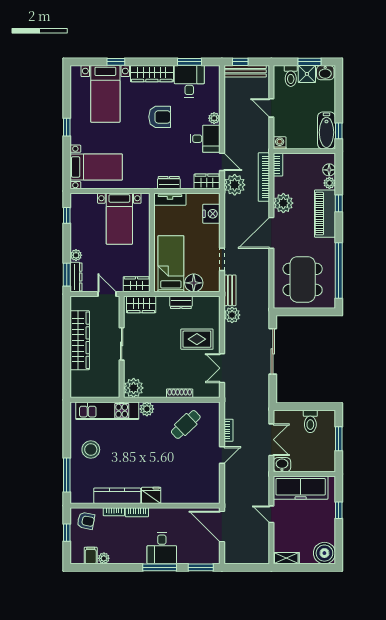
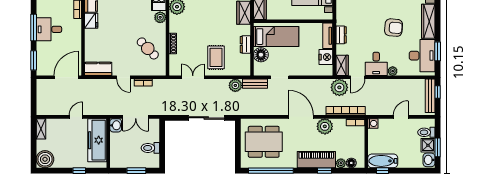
desk: (189, 81) -> (422, 56), width x1.37
armchair: (160, 117) -> (394, 28), turned -85
nightstand: (211, 214) -> (326, 57), moved, turned -90
kitchen counter: (211, 487) -> (98, 69), added

